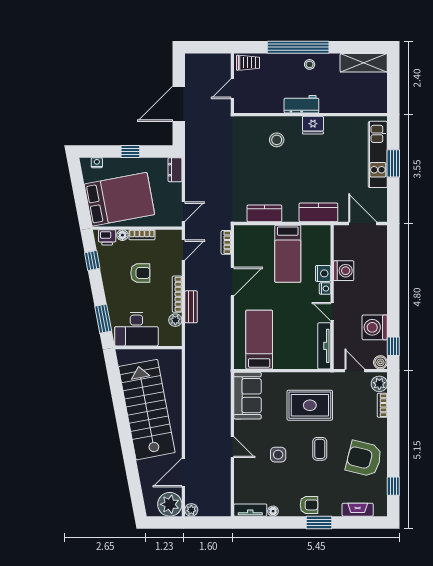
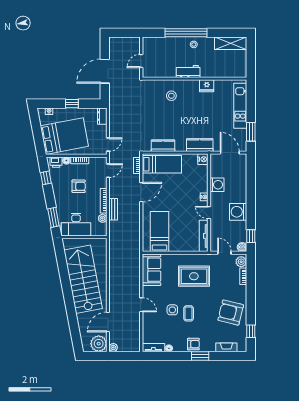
trolley: (248, 63) -> (152, 43), removed
fridge: (313, 125) -> (207, 86), moved
window: (393, 163) -> (251, 132), moved
bed: (288, 254) -> (162, 164), moved, turned -90
nightstand: (323, 273) -> (203, 159), moved
washing machine: (375, 327) -> (238, 212), moved
coffee table: (320, 449) -> (189, 313), moved

